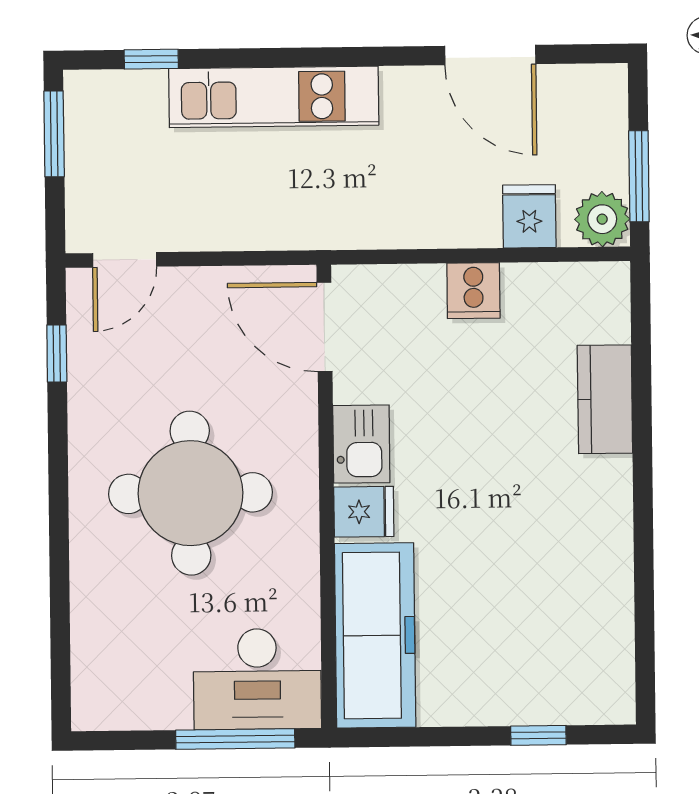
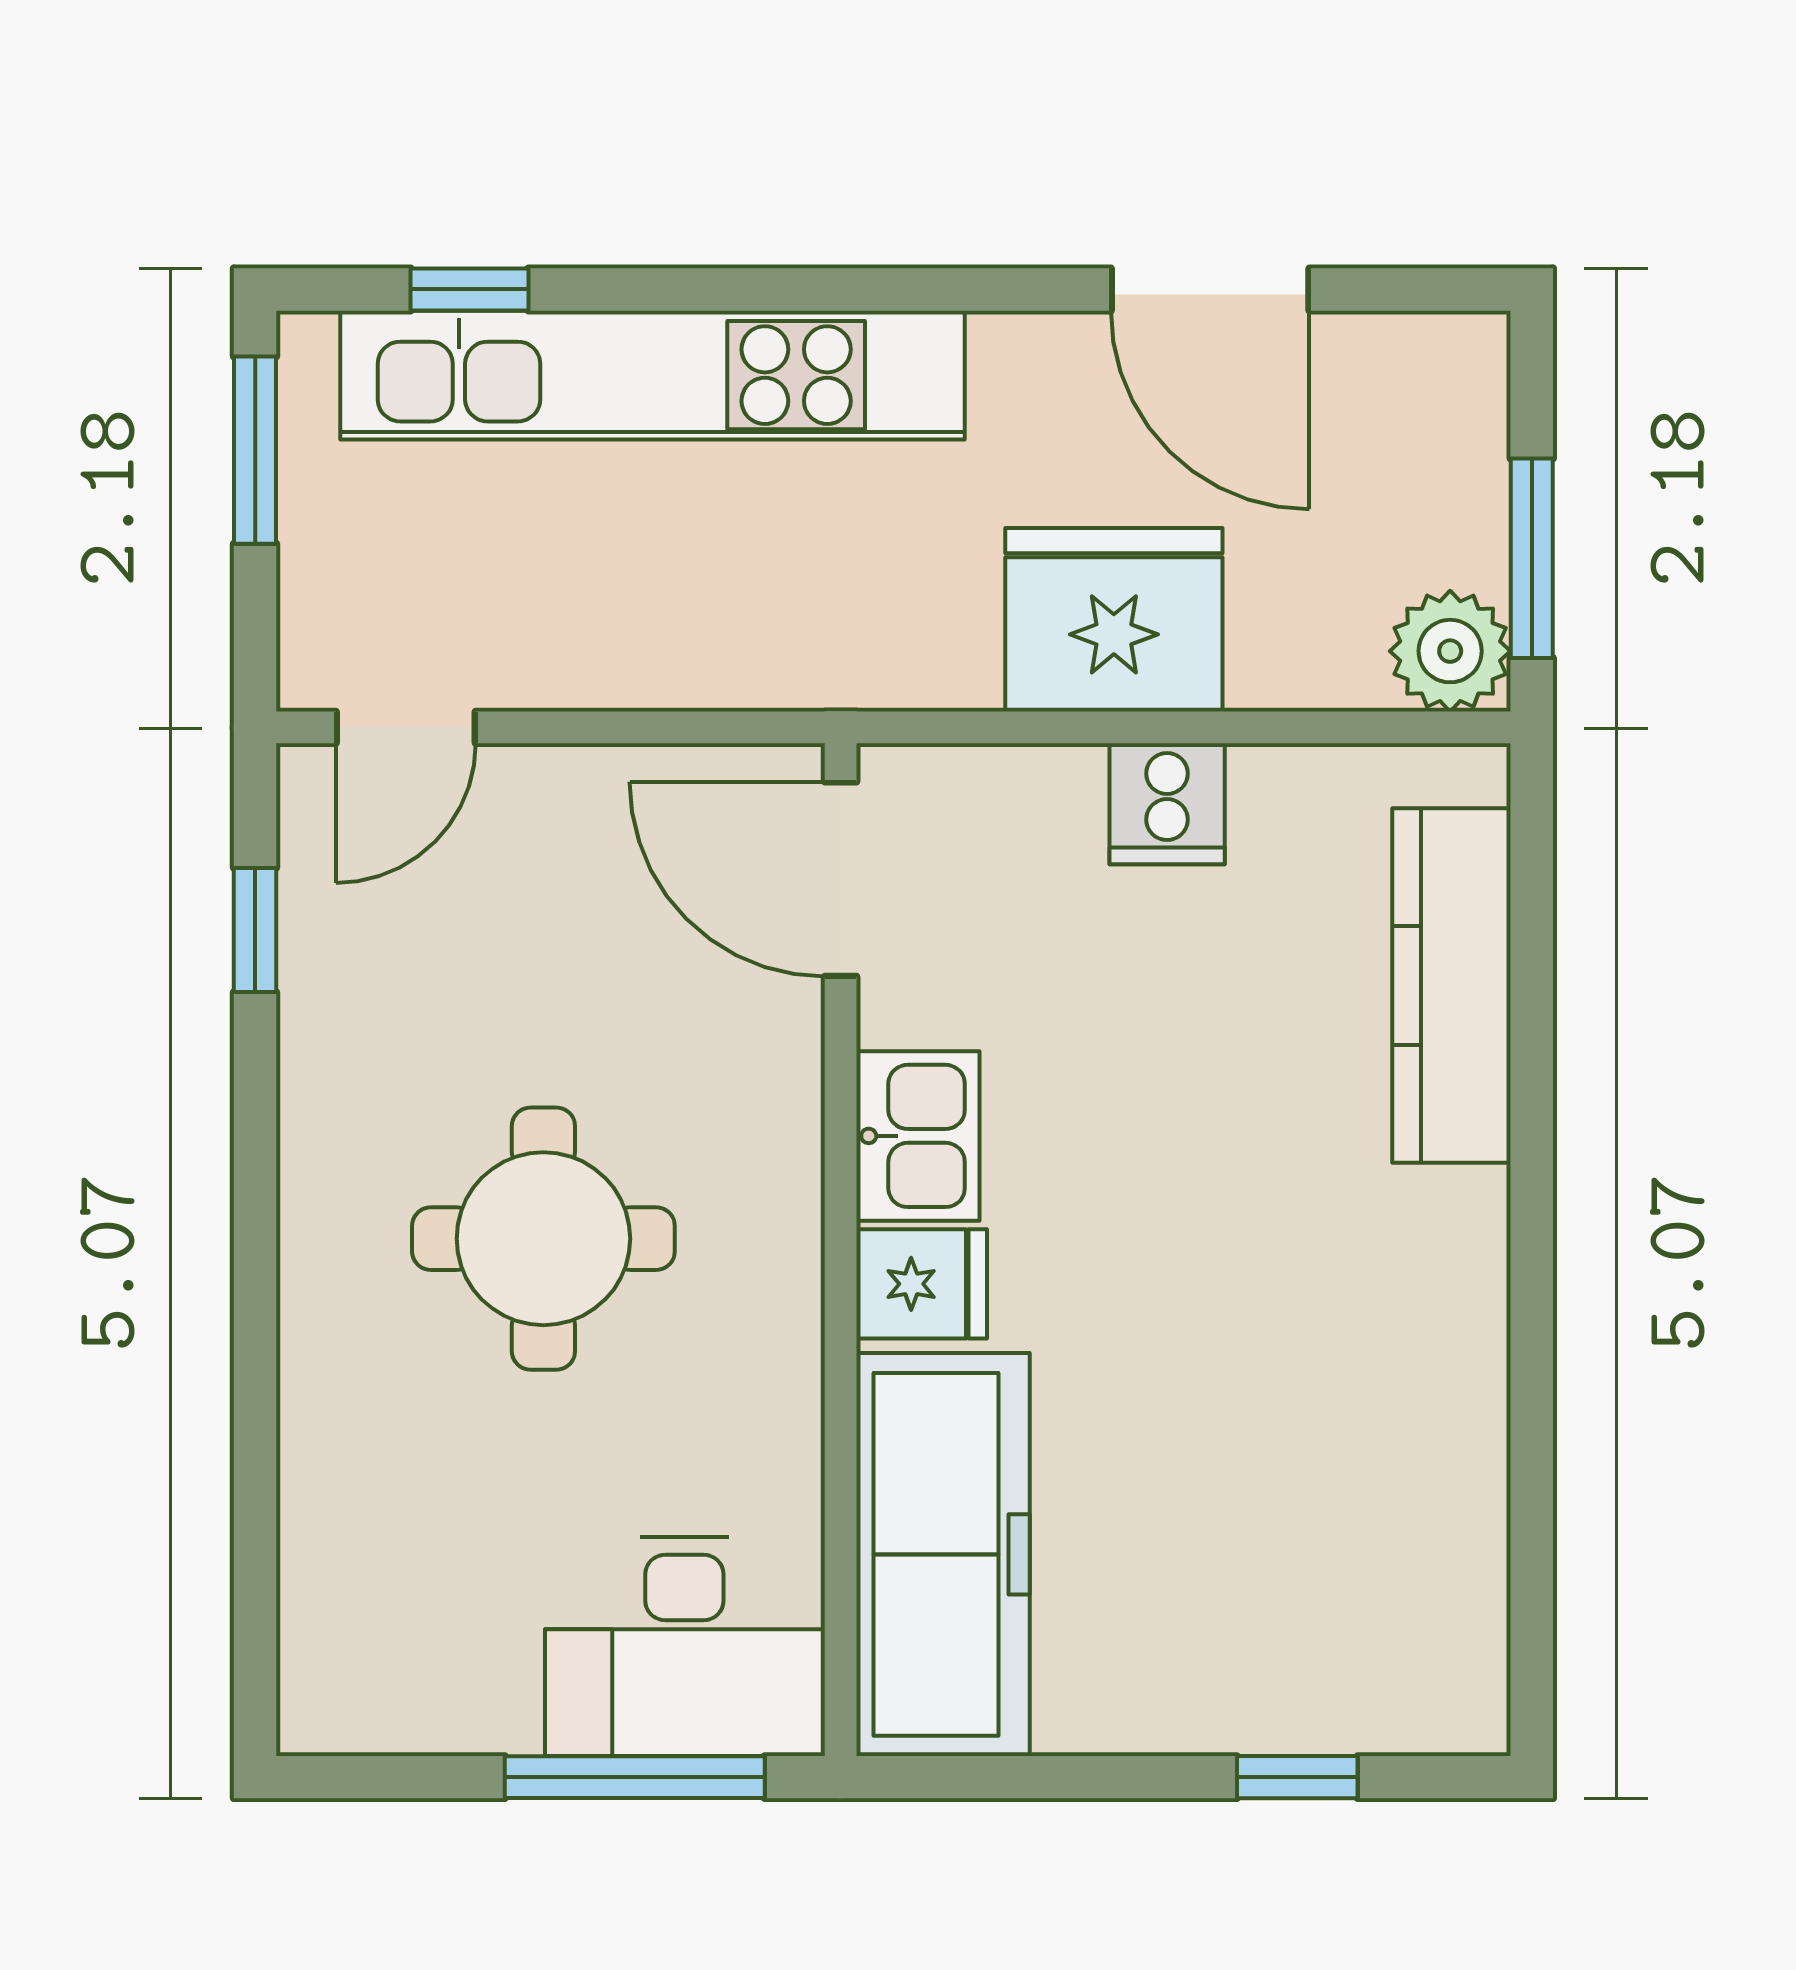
kitchen unit: (274, 97) -> (653, 375), width x1.36
fridge: (529, 216) -> (1114, 620), moved, width x1.88, depth x1.34
kitchen counter: (605, 399) -> (1451, 985), width x1.50
round table: (190, 493) -> (543, 1239), width x0.73, depth x0.73

